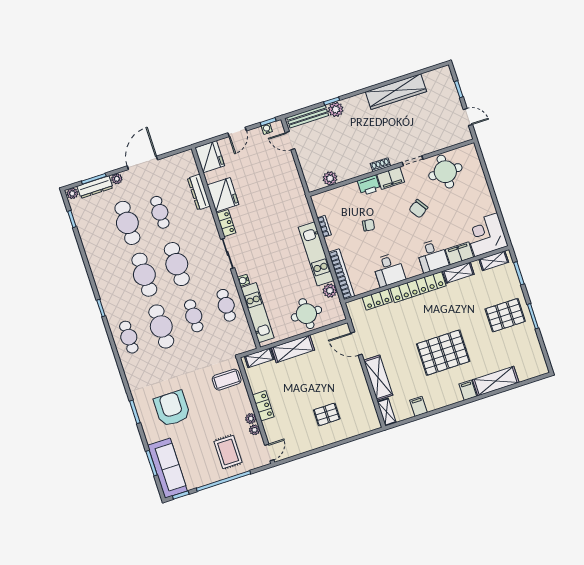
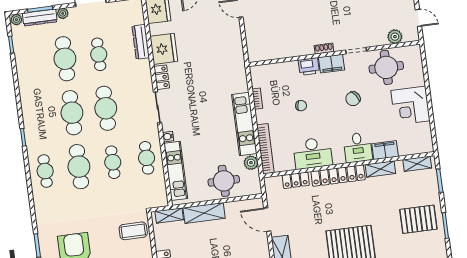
plant: (330, 178) -> (395, 37), moved
corner desk: (486, 235) -> (410, 106), moved, turned -90
desk: (389, 270) -> (313, 153), width x1.37

